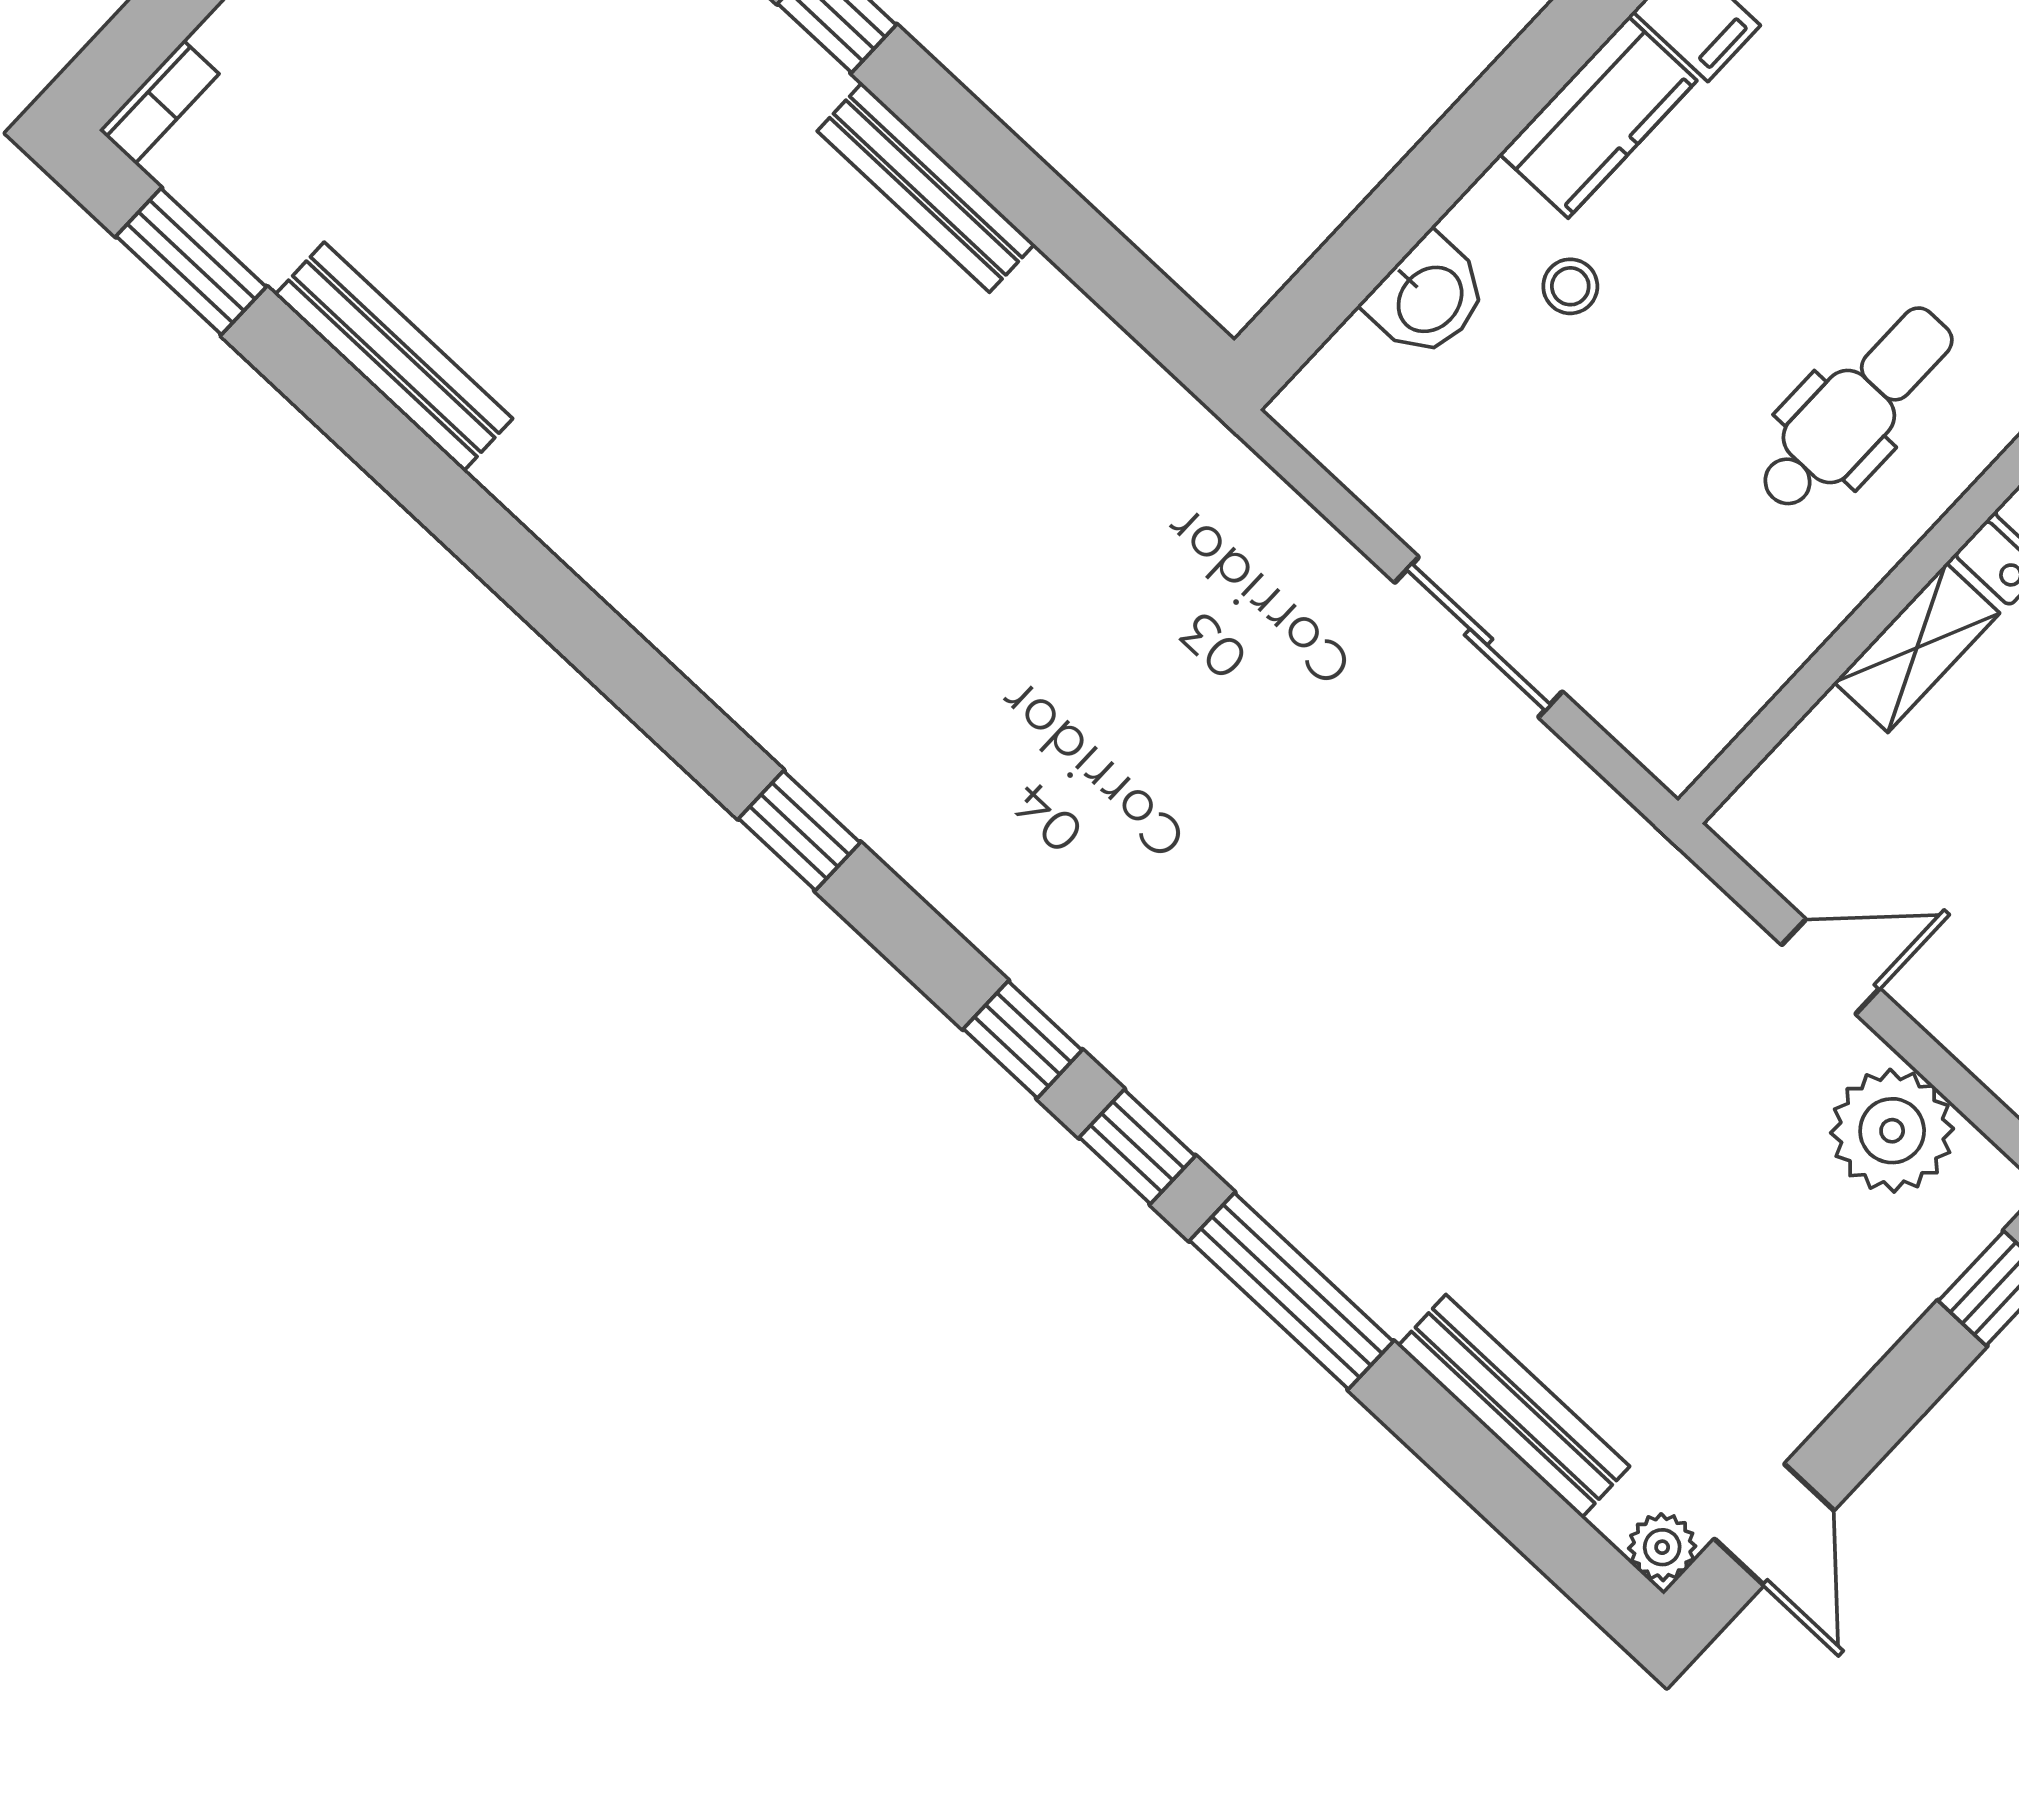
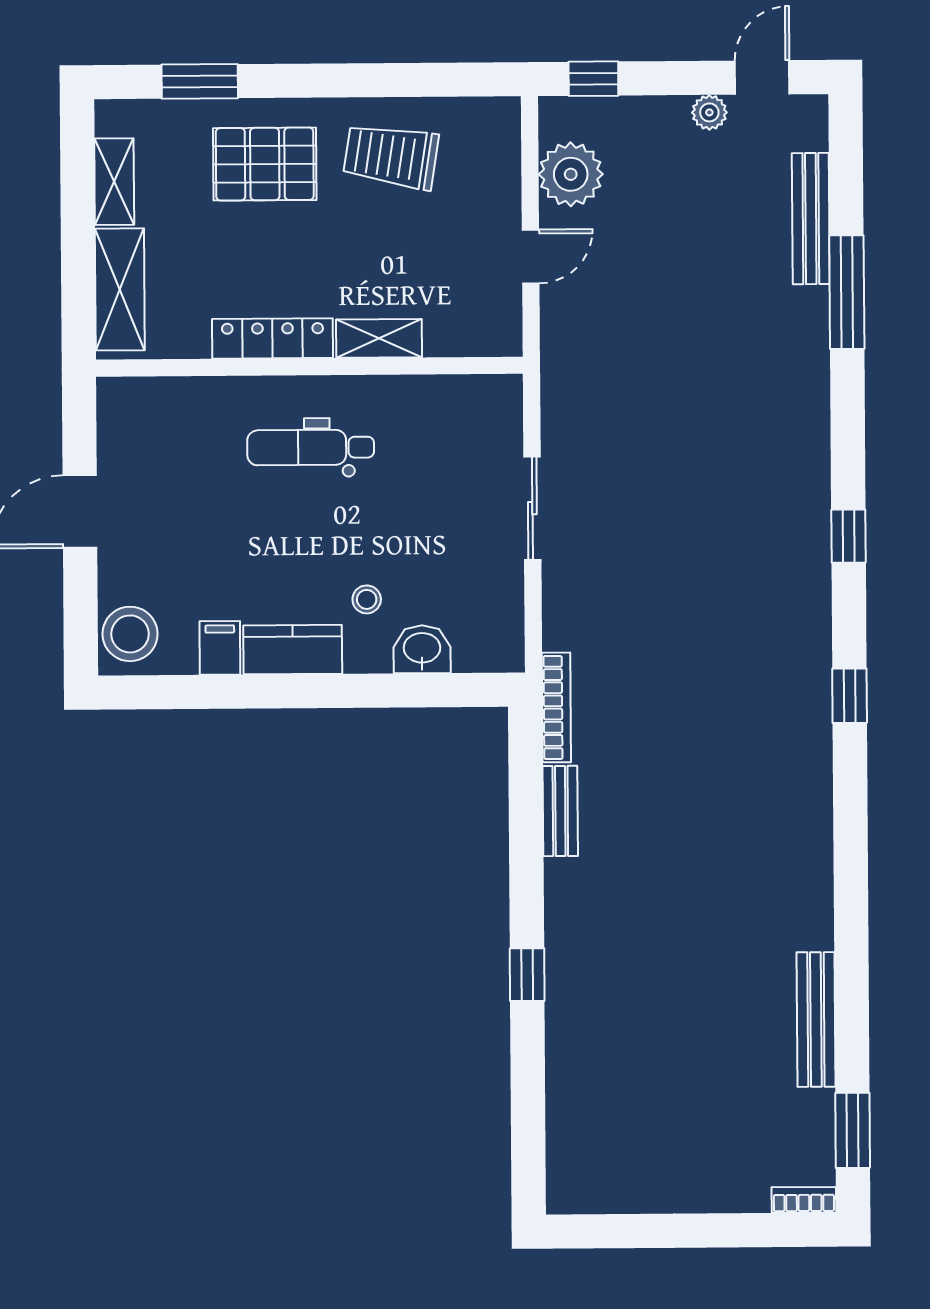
bench: (926, 188) -> (560, 811), moved, width x0.73
bookcase: (1170, 408) -> (556, 707), added
door: (1831, 967) -> (531, 256), swing flipped
window: (1137, 1147) -> (848, 454), removed
window: (1291, 1291) -> (847, 292), moved
plant: (1662, 1547) -> (709, 112), moved

